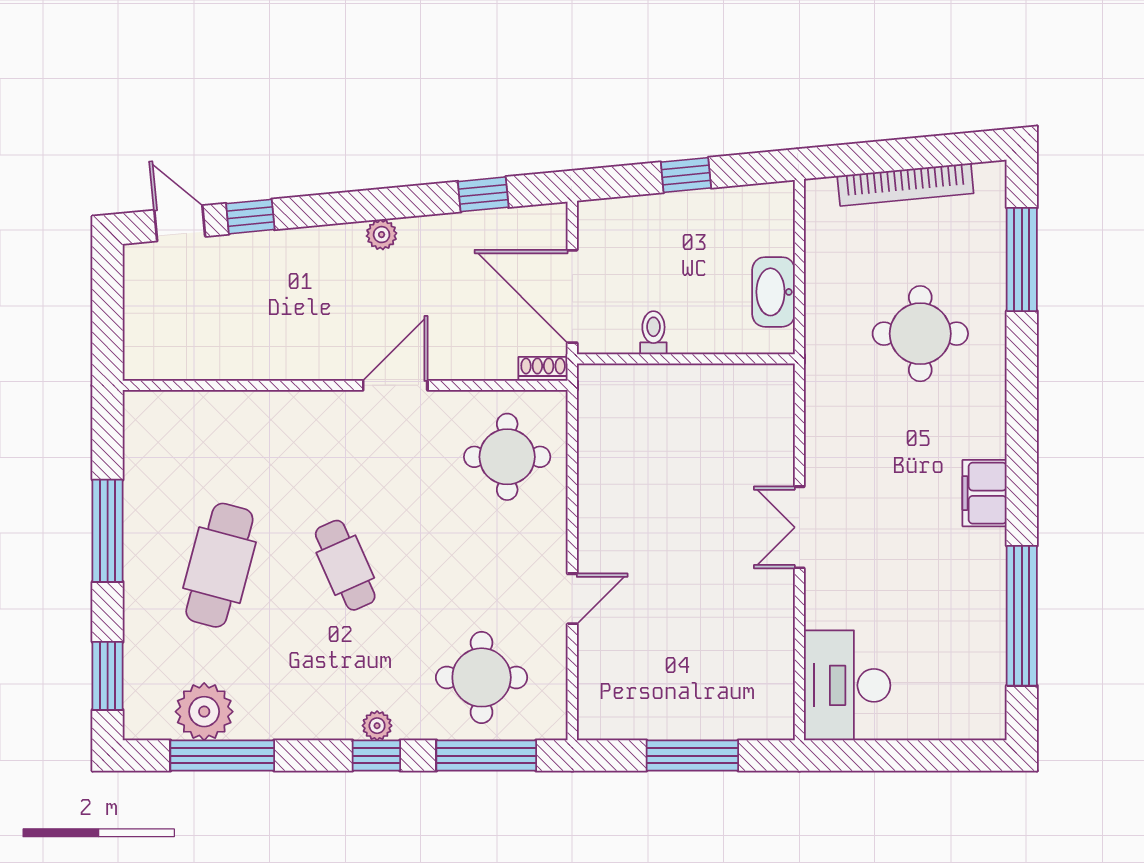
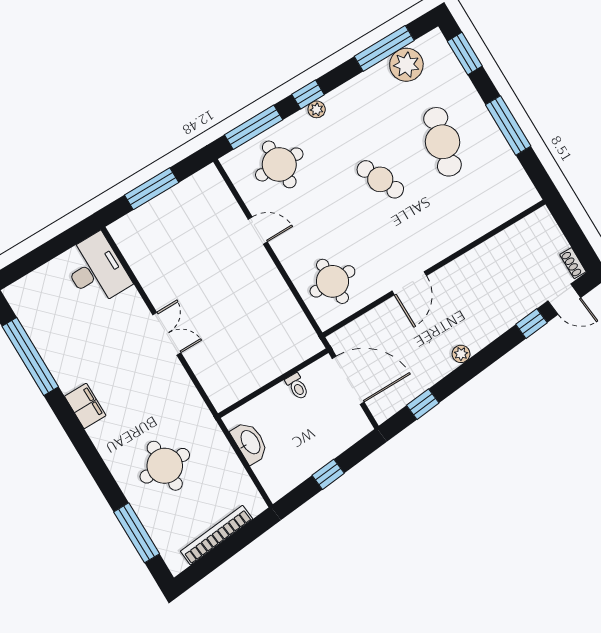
shoe rack: (543, 369) -> (573, 263), moved, turned 90
door: (572, 599) -> (258, 231), swing flipped

